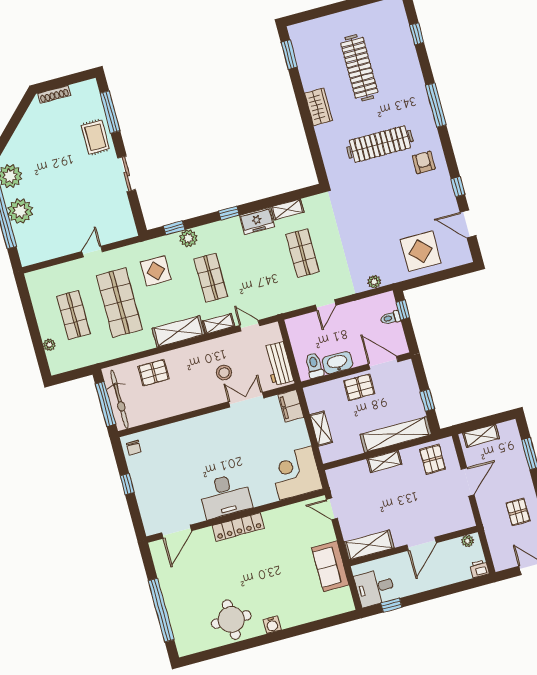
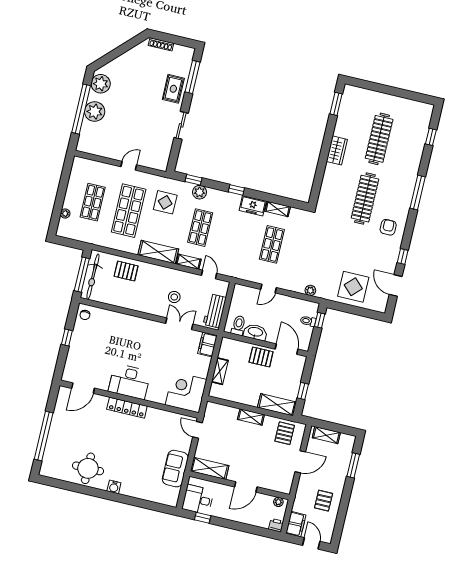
clothes rail: (380, 144) -> (365, 199), turned 90
shelving: (396, 435) -> (277, 405), width x0.68
filing cabinet: (501, 555) -> (296, 524), added

